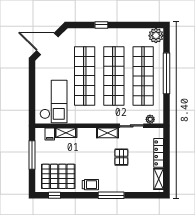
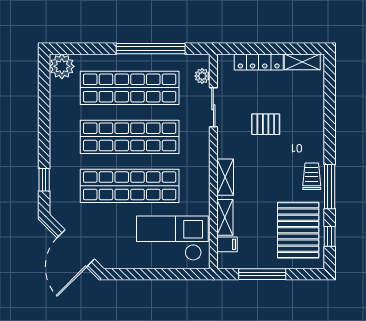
window: (101, 25) -> (44, 180), moved
window: (167, 73) -> (151, 49), moved
shelving: (107, 133) -> (225, 177), moved
window: (111, 195) -> (330, 187), moved

